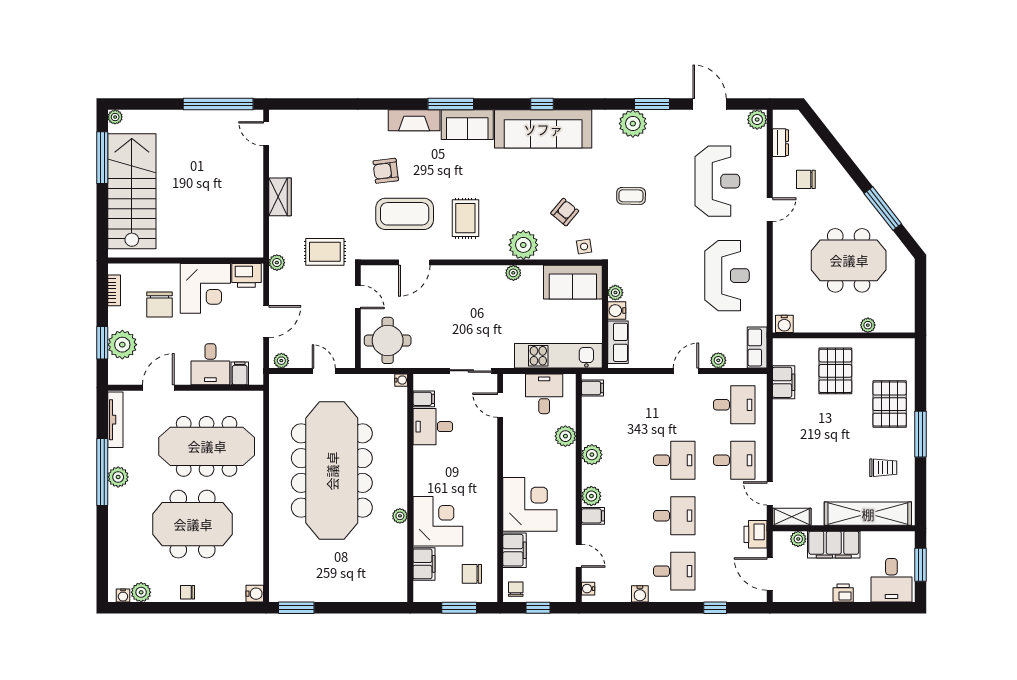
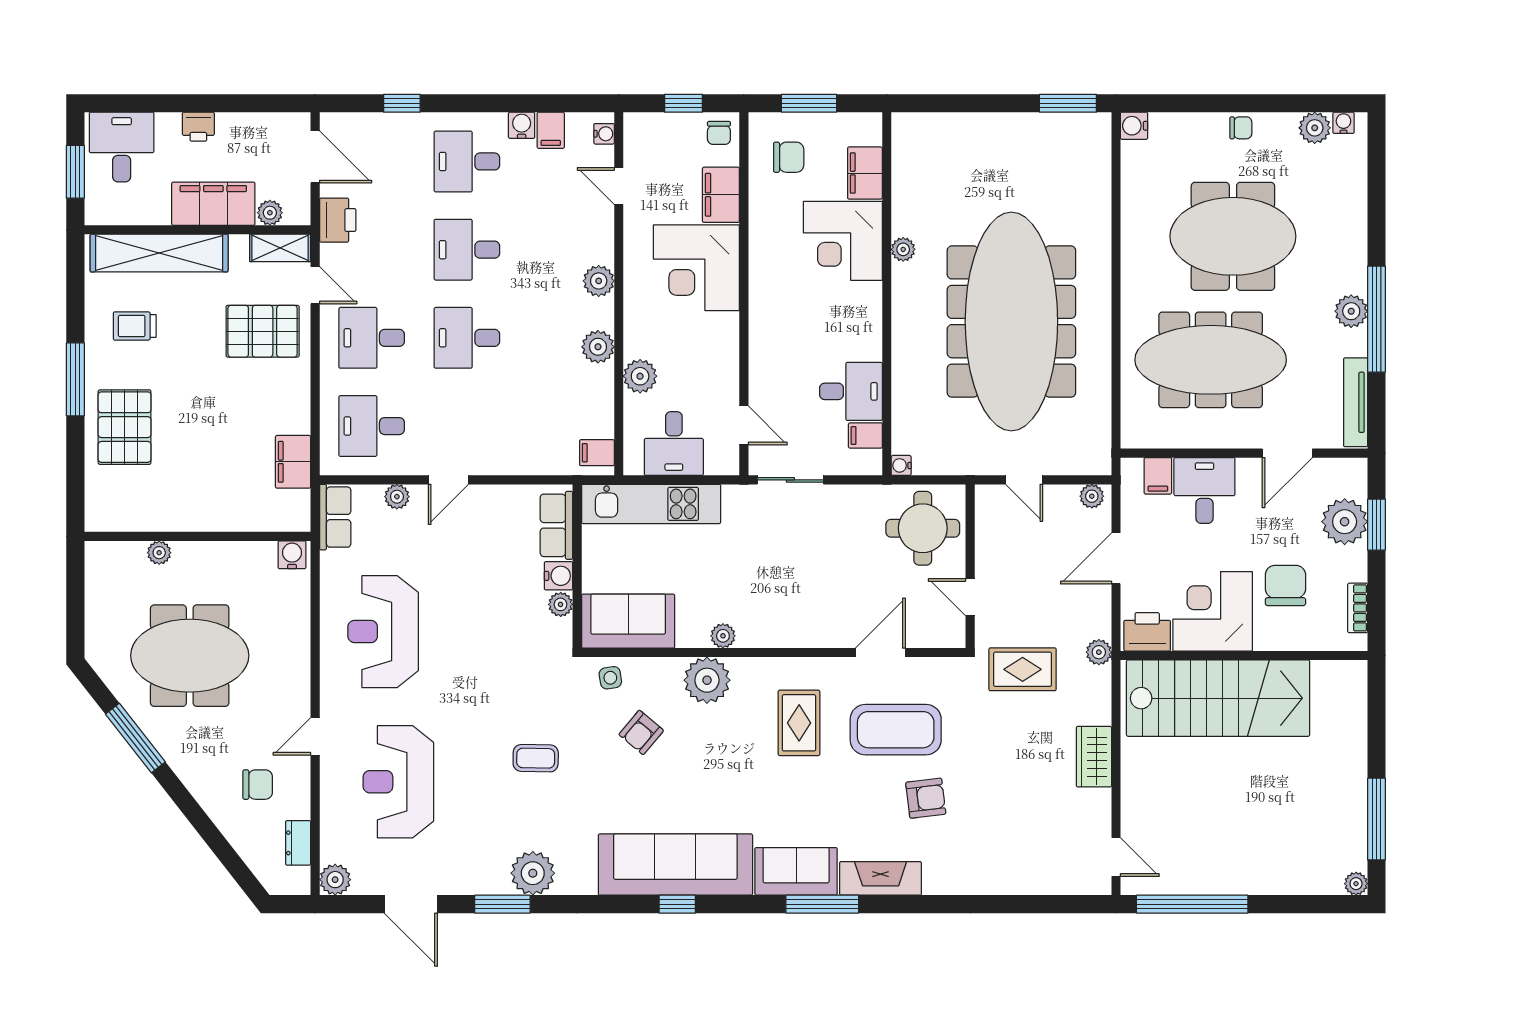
stairs: (132, 191) -> (1218, 698), moved, turned -90
pallet: (835, 371) -> (263, 331), moved, turned 90
filing cabinet: (593, 516) -> (551, 130), moved, turned -90

